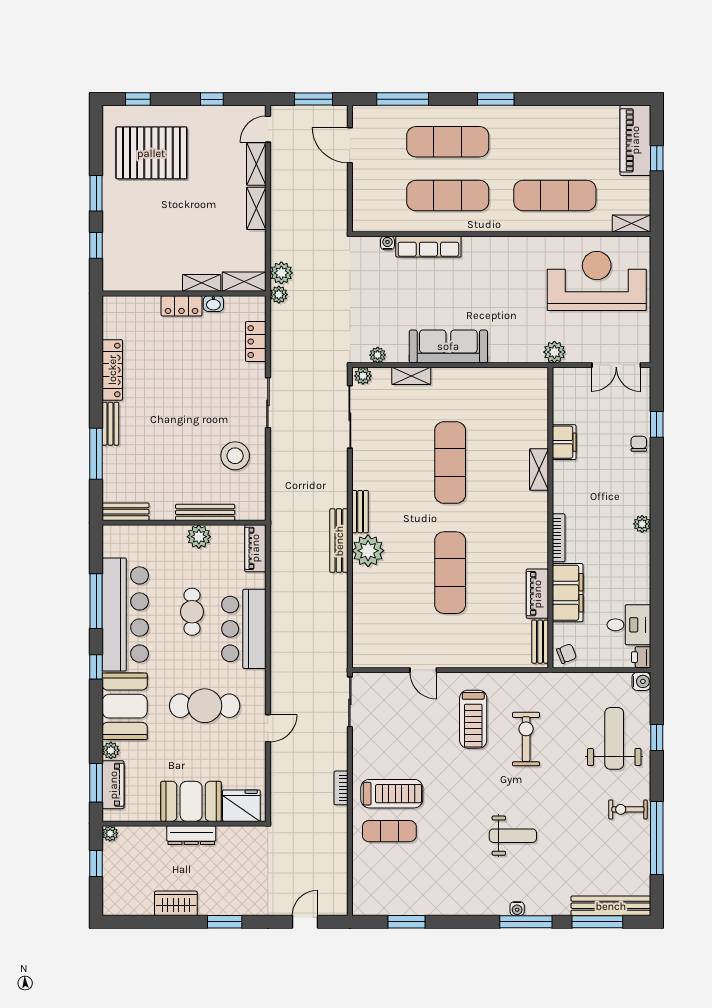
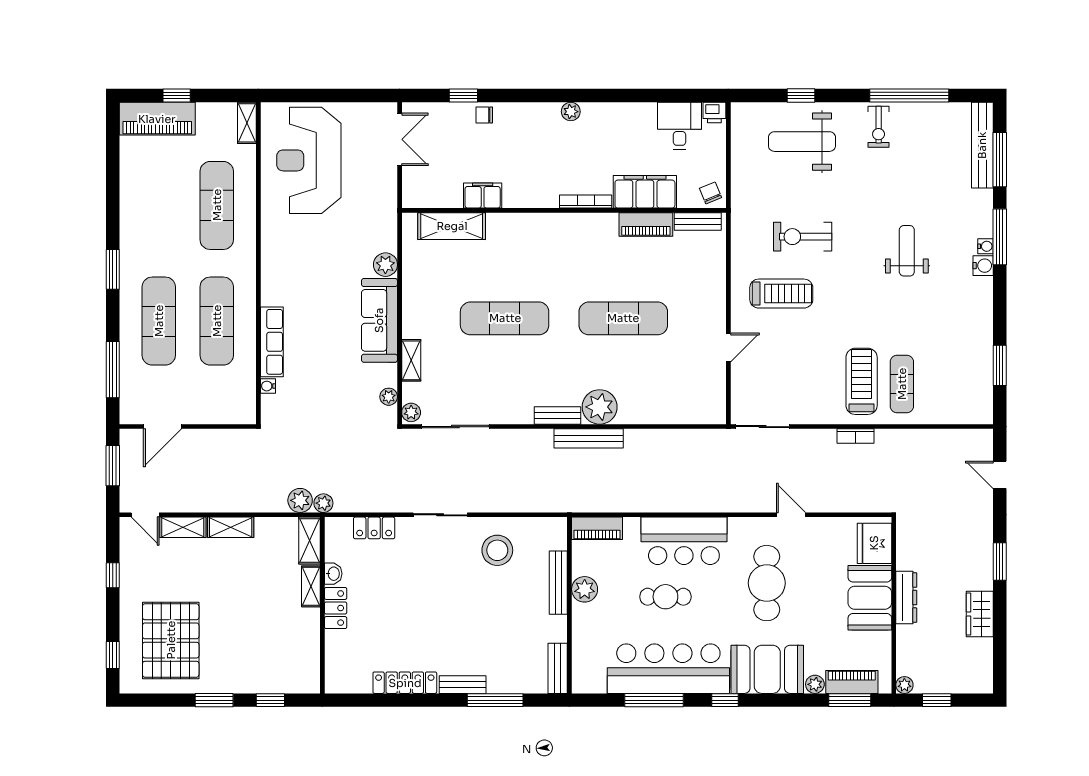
plant: (554, 352) -> (385, 265), moved
shelving: (539, 469) -> (452, 226), moved, width x1.50, depth x1.33
water cooler: (641, 681) -> (983, 266), moved, turned 90

